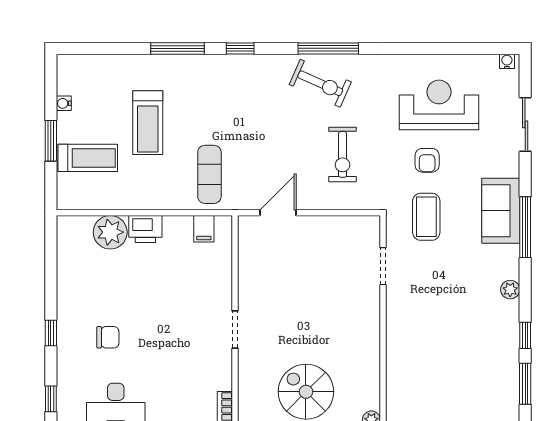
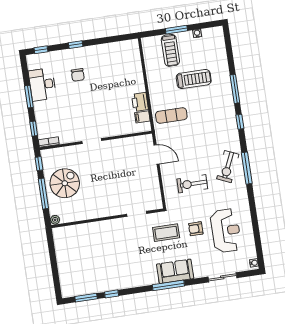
treadmill: (148, 123) -> (194, 79), turned 180
printer: (145, 229) -> (140, 102), moved
plant: (110, 232) -> (133, 68), removed
plant: (510, 290) -> (134, 282), removed

